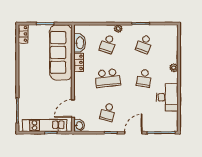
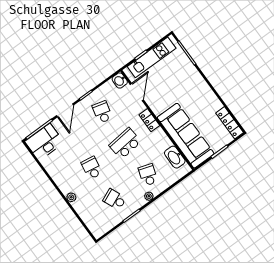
locker: (23, 34) -> (230, 123), width x1.53
school desk: (144, 44) -> (115, 199), turned -45
locker: (79, 62) -> (149, 120), moved
desk: (167, 97) -> (44, 142), moved, turned 90

